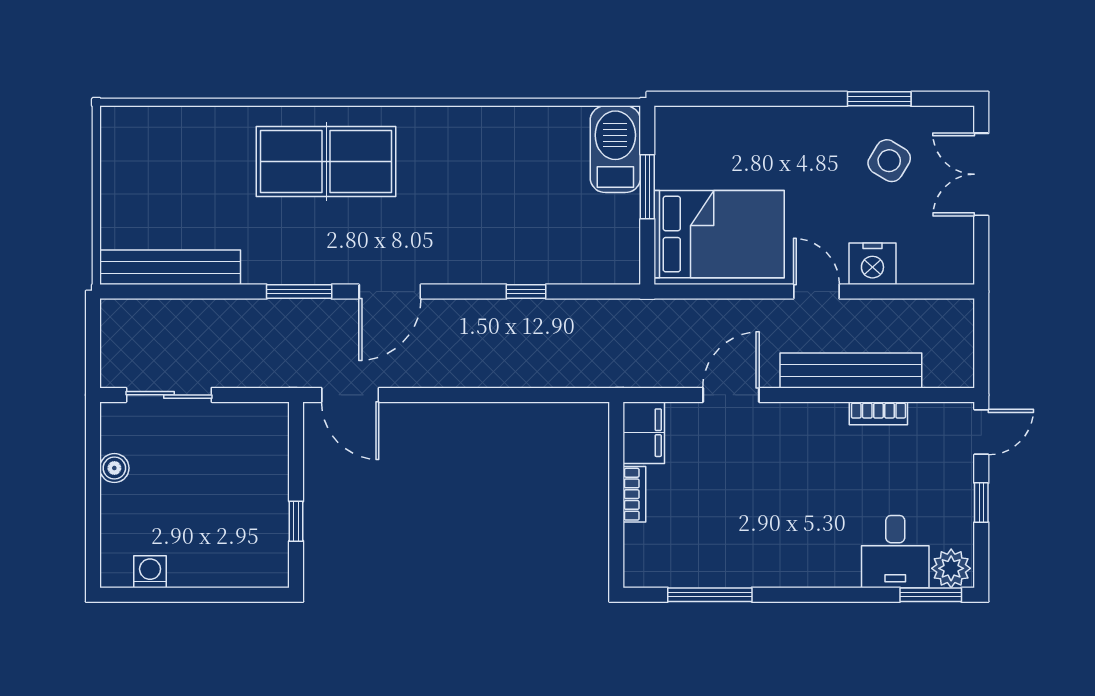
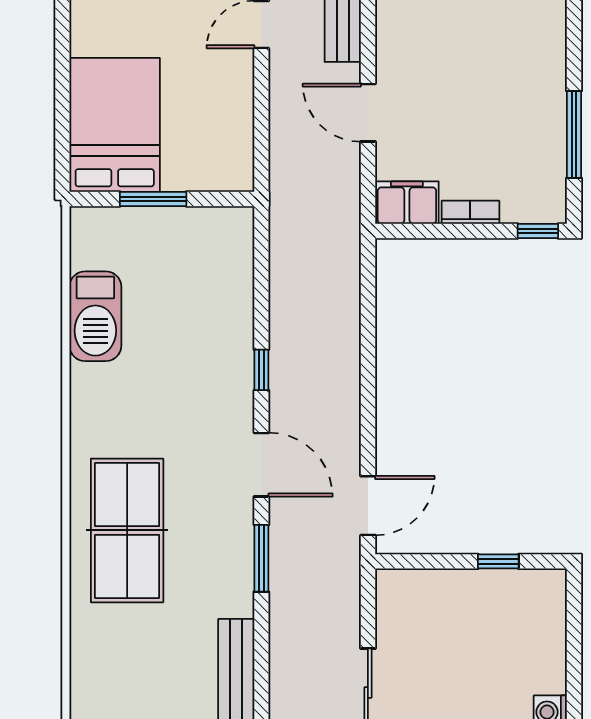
barbecue: (615, 149) -> (95, 316), moved, turned -90
bed: (719, 234) -> (115, 125), moved
window: (526, 292) -> (261, 370), moved
window: (616, 560) -> (538, 231), added

